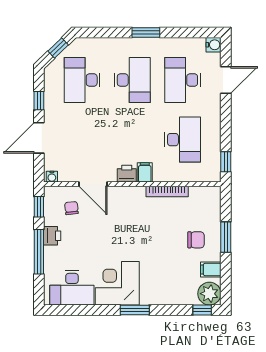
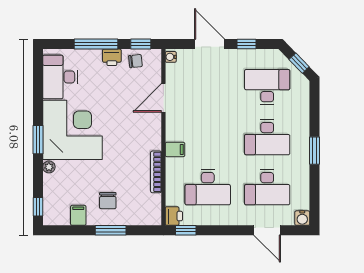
desk: (183, 80) -> (267, 187), turned 180
printer: (127, 174) -> (174, 216), moved
chair: (71, 208) -> (136, 61), moved
corner desk: (117, 283) -> (72, 130), width x1.36, depth x1.36
plant: (209, 294) -> (49, 167), moved, width x0.53, depth x0.53

